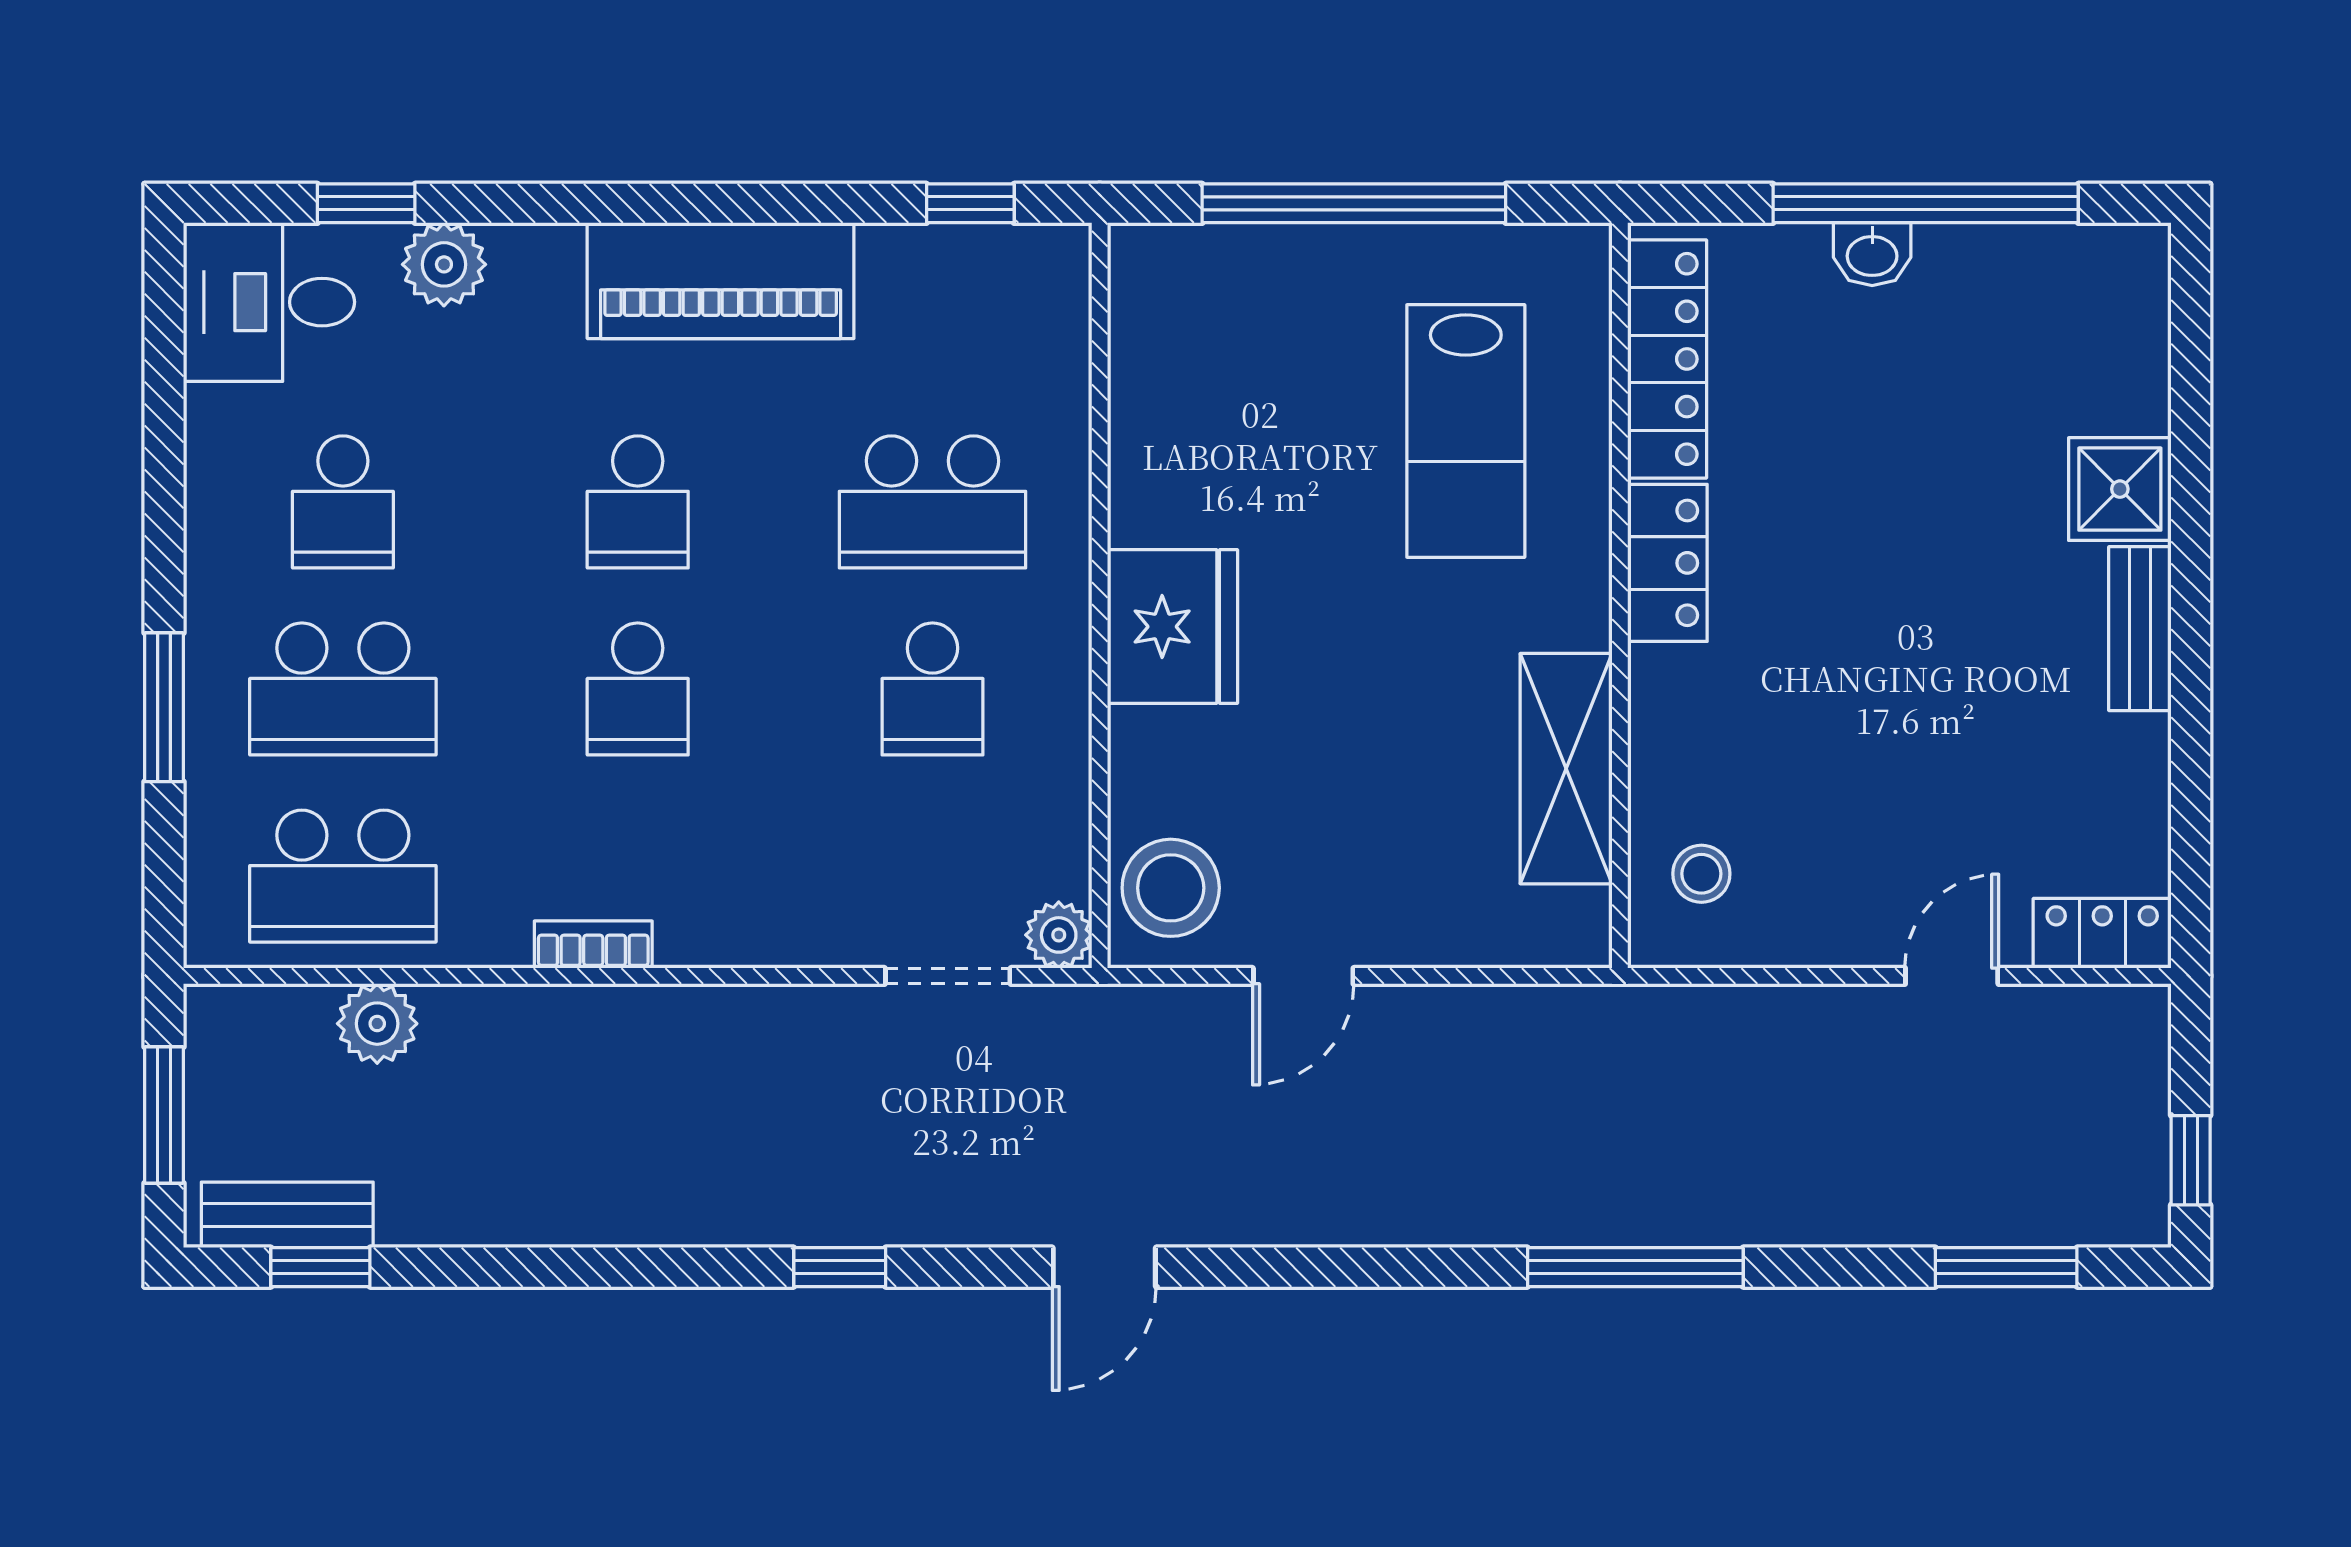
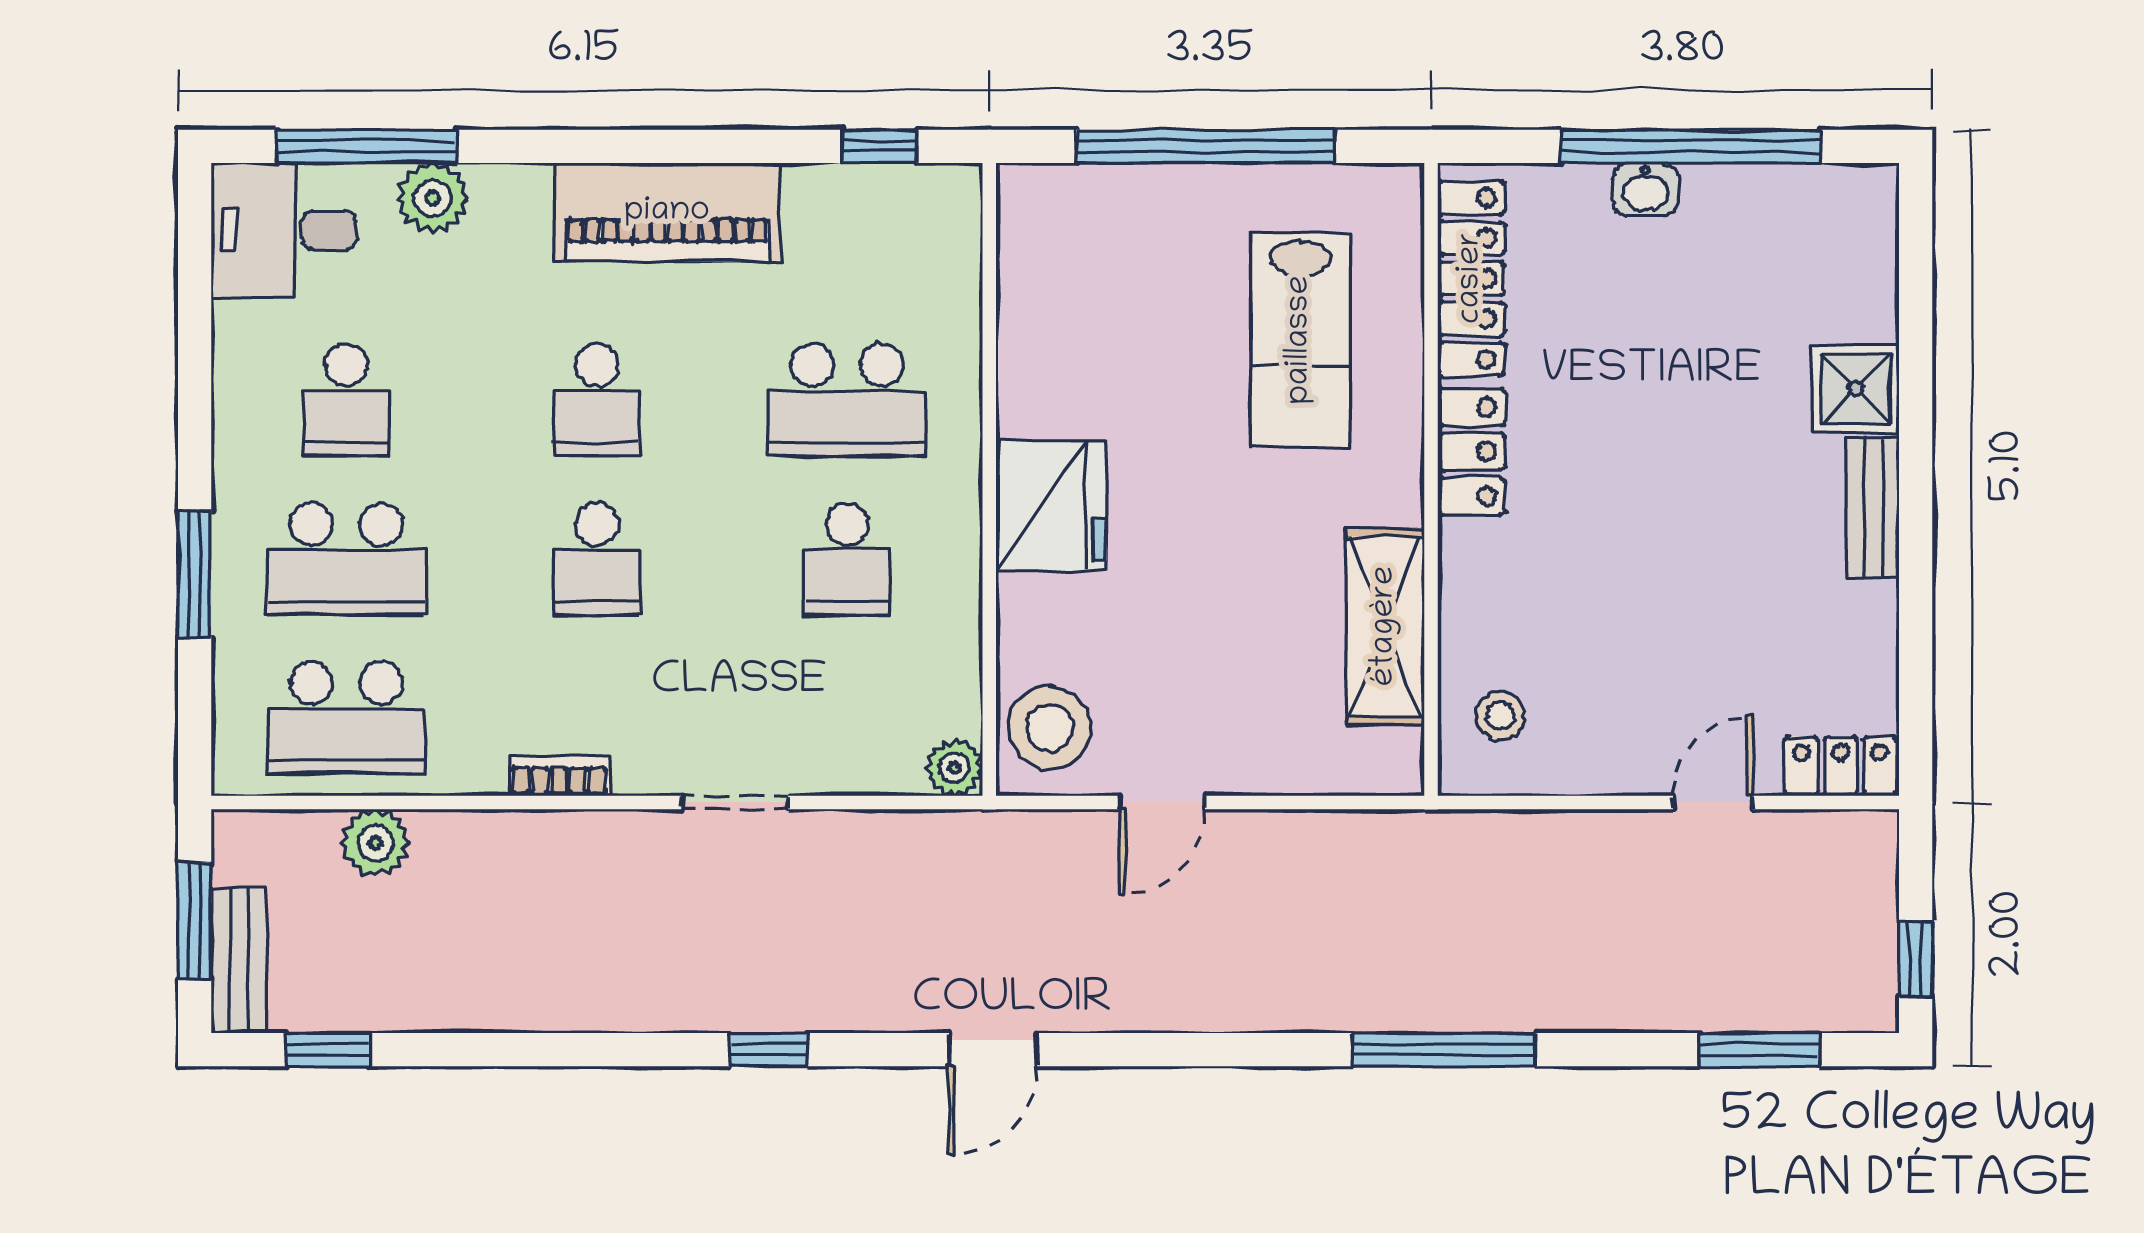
window: (366, 203) -> (366, 146), width x2.17
doorway: (948, 976) -> (735, 802), moved
bench: (287, 1215) -> (239, 960), moved, turned 90

